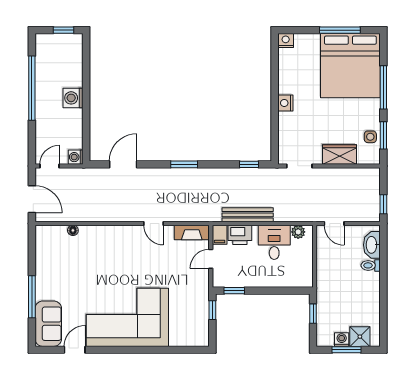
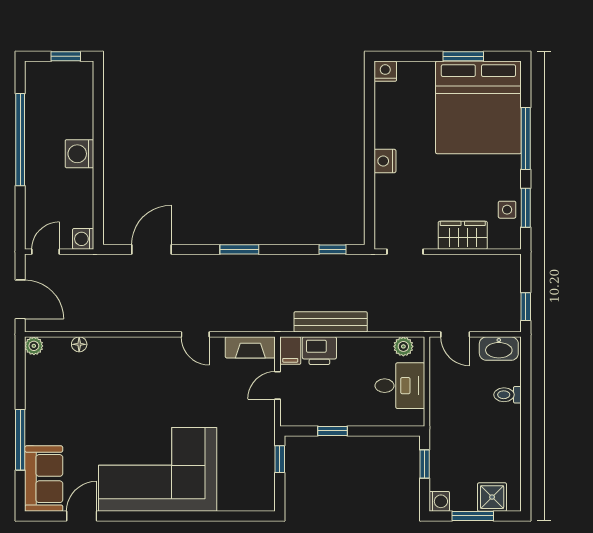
window: (340, 30) -> (463, 56), width x0.69
plant: (41, 231) -> (34, 346), added
desk: (274, 242) -> (400, 386), moved, turned 90
washbasin: (372, 245) -> (499, 349), moved, turned -90
window: (234, 291) -> (332, 431), moved
washing machine: (342, 340) -> (439, 501), moved, turned 90

